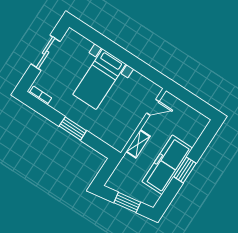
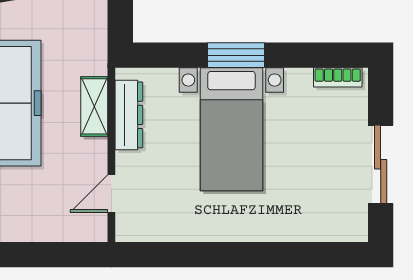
bed with nightstands: (99, 79) -> (231, 129), moved, turned 180
dresser: (127, 132) -> (129, 115), added

